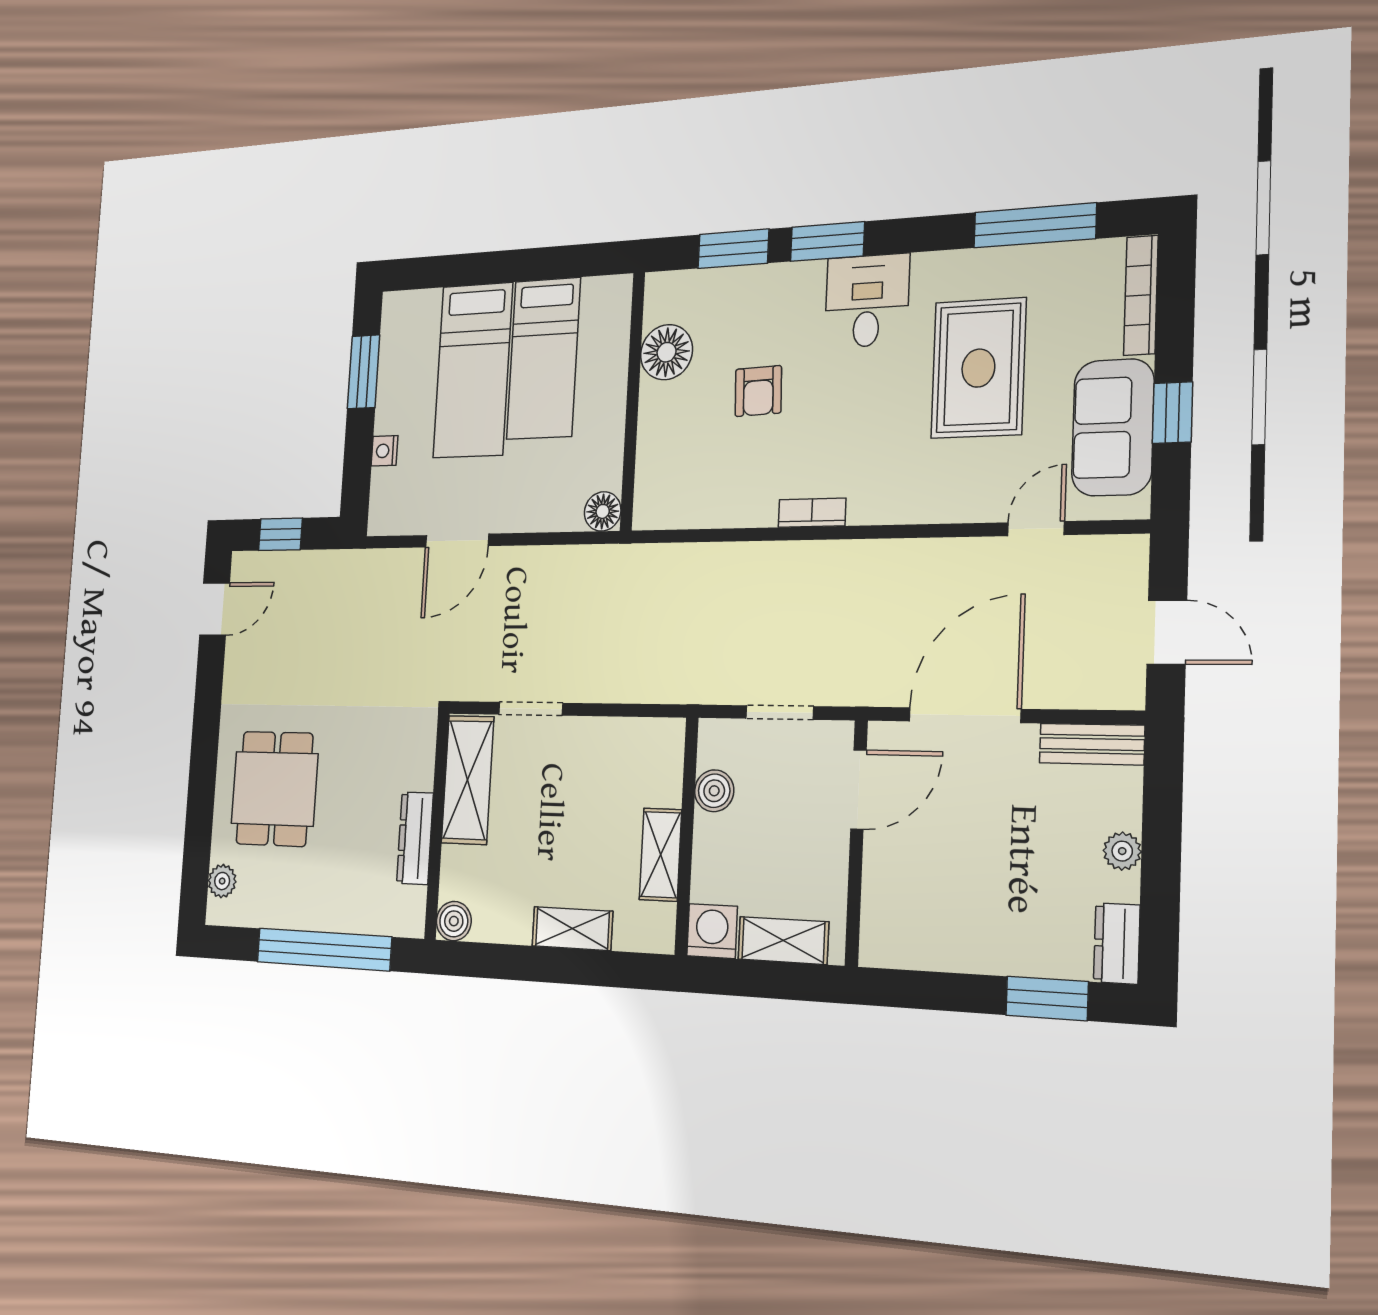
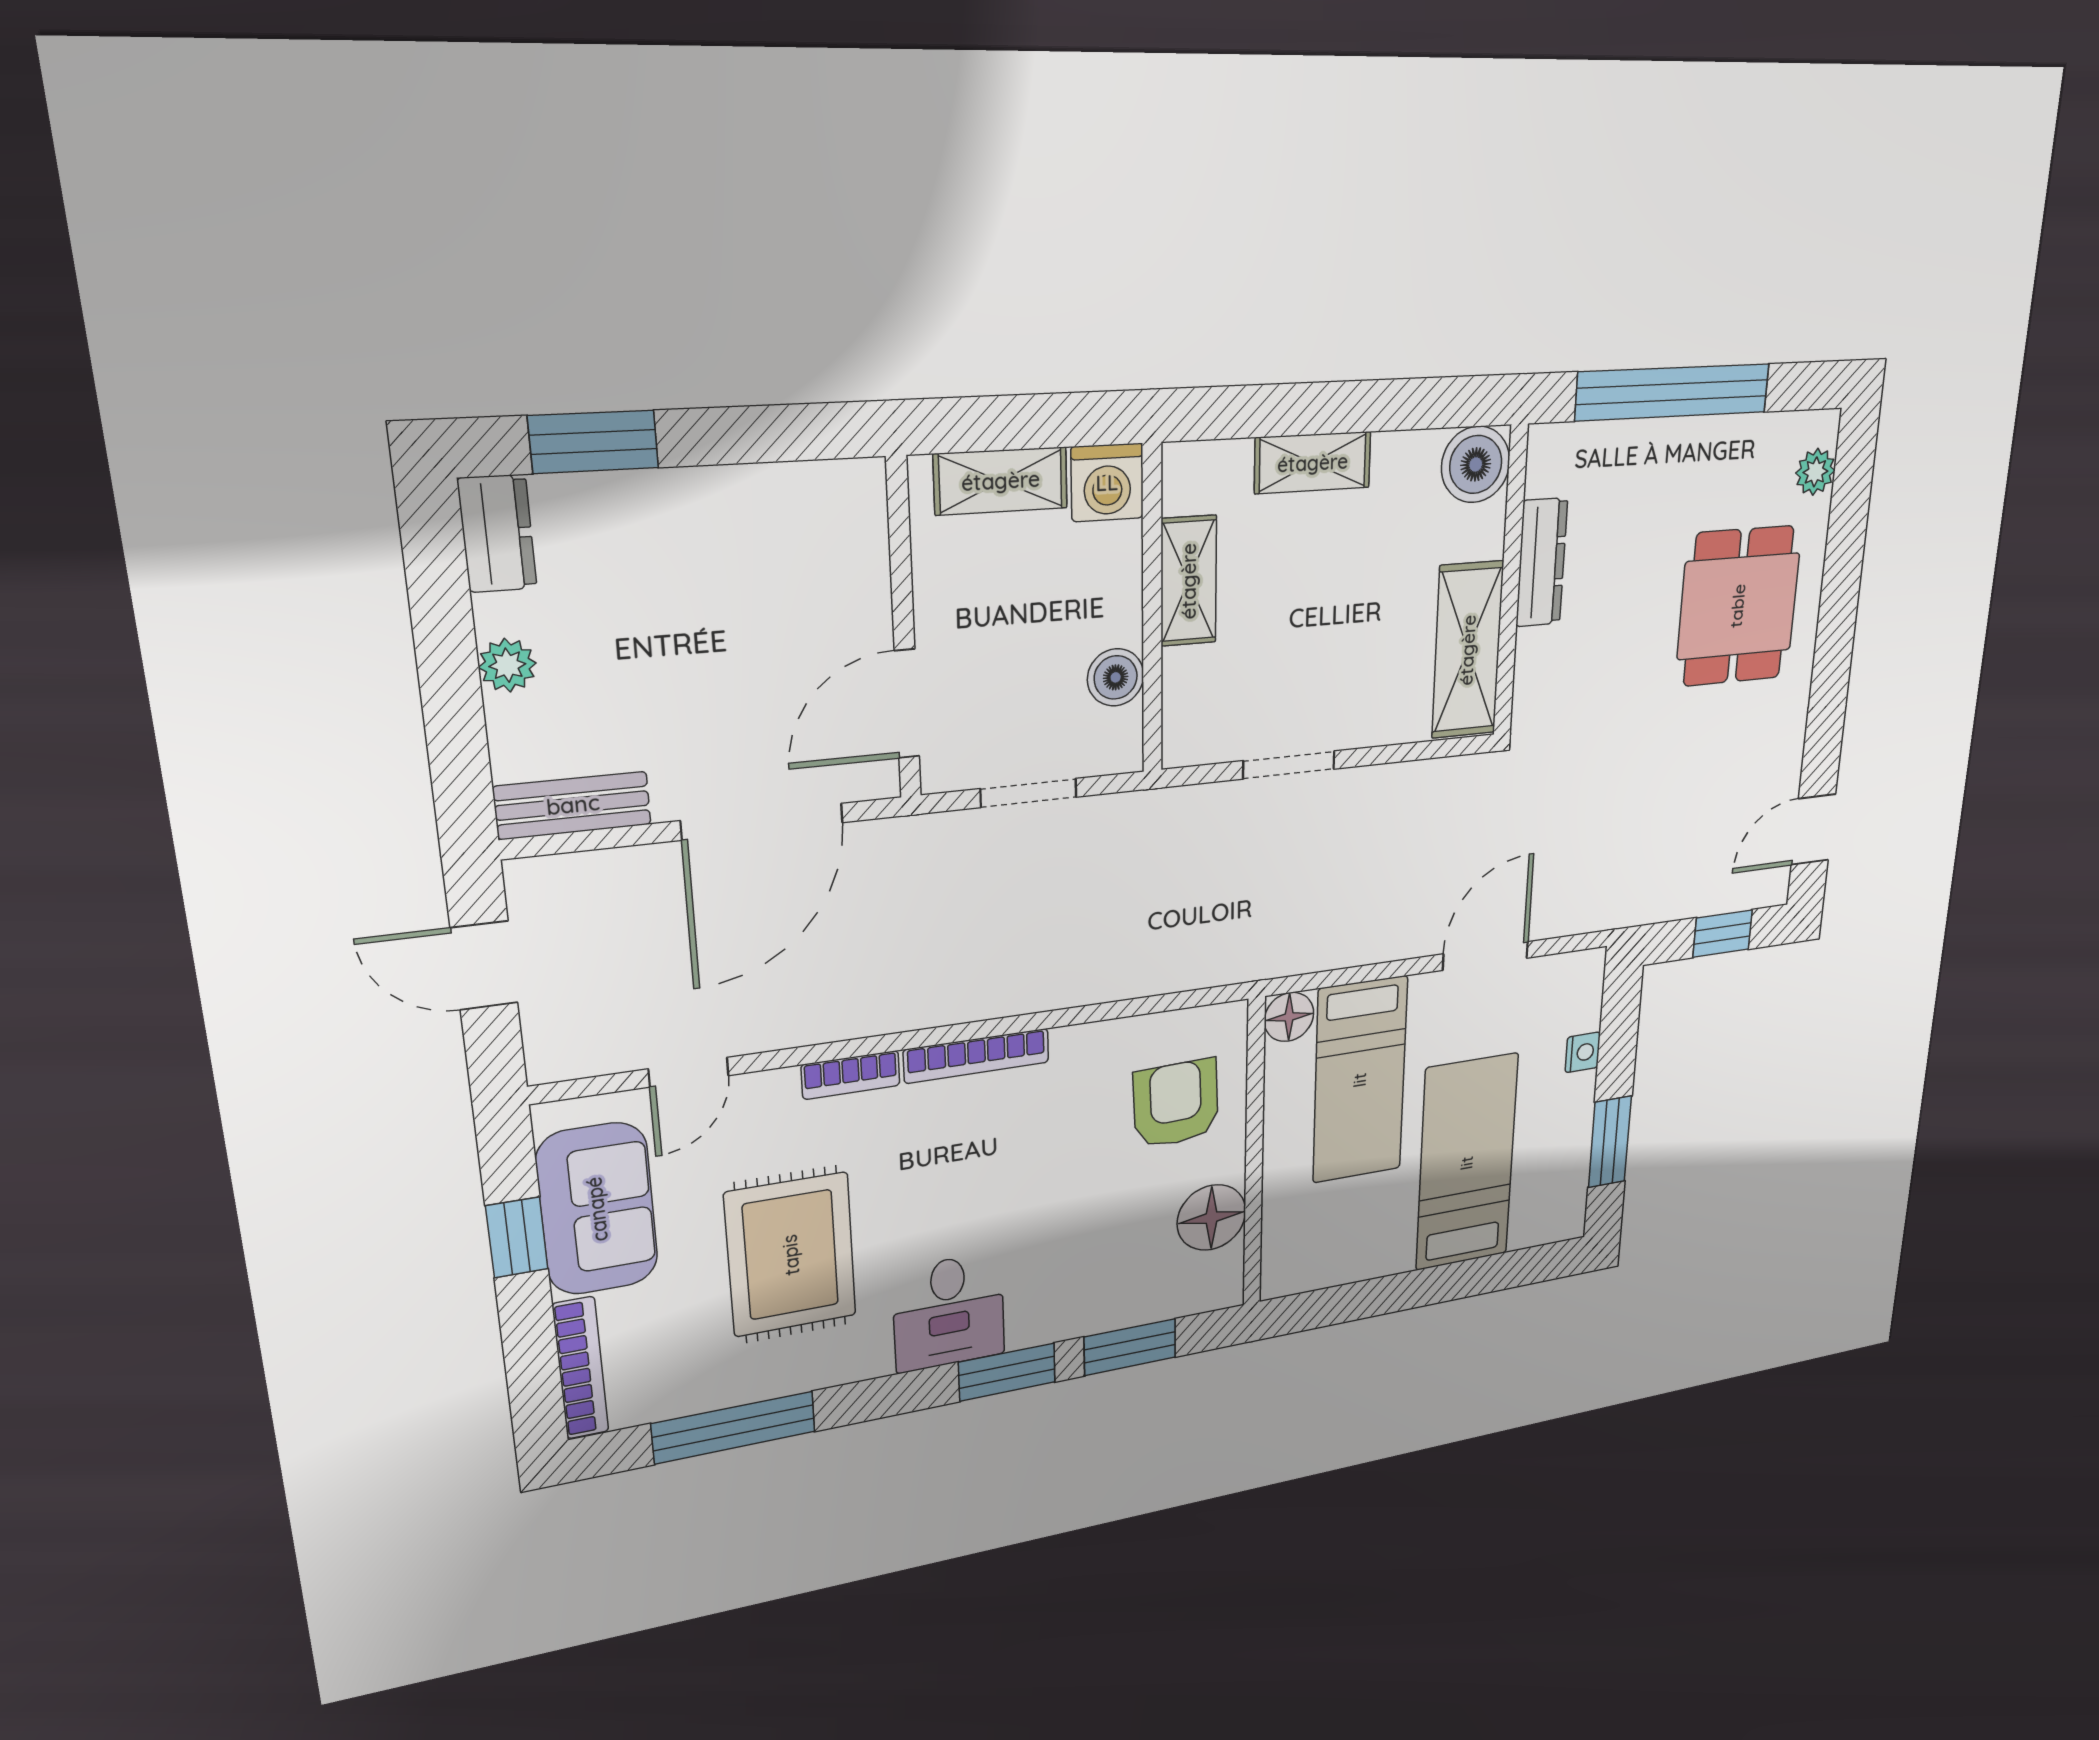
bed: (543, 358) -> (1360, 1080), moved, turned 180
armchair: (758, 391) -> (1176, 1104), moved, width x1.38, depth x1.38
bookcase: (922, 510) -> (851, 1075), added
bookcase: (812, 513) -> (977, 1056), width x1.56
doorway: (531, 709) -> (1289, 765), moved
boiler: (454, 921) -> (1476, 464), width x1.36, depth x1.36

